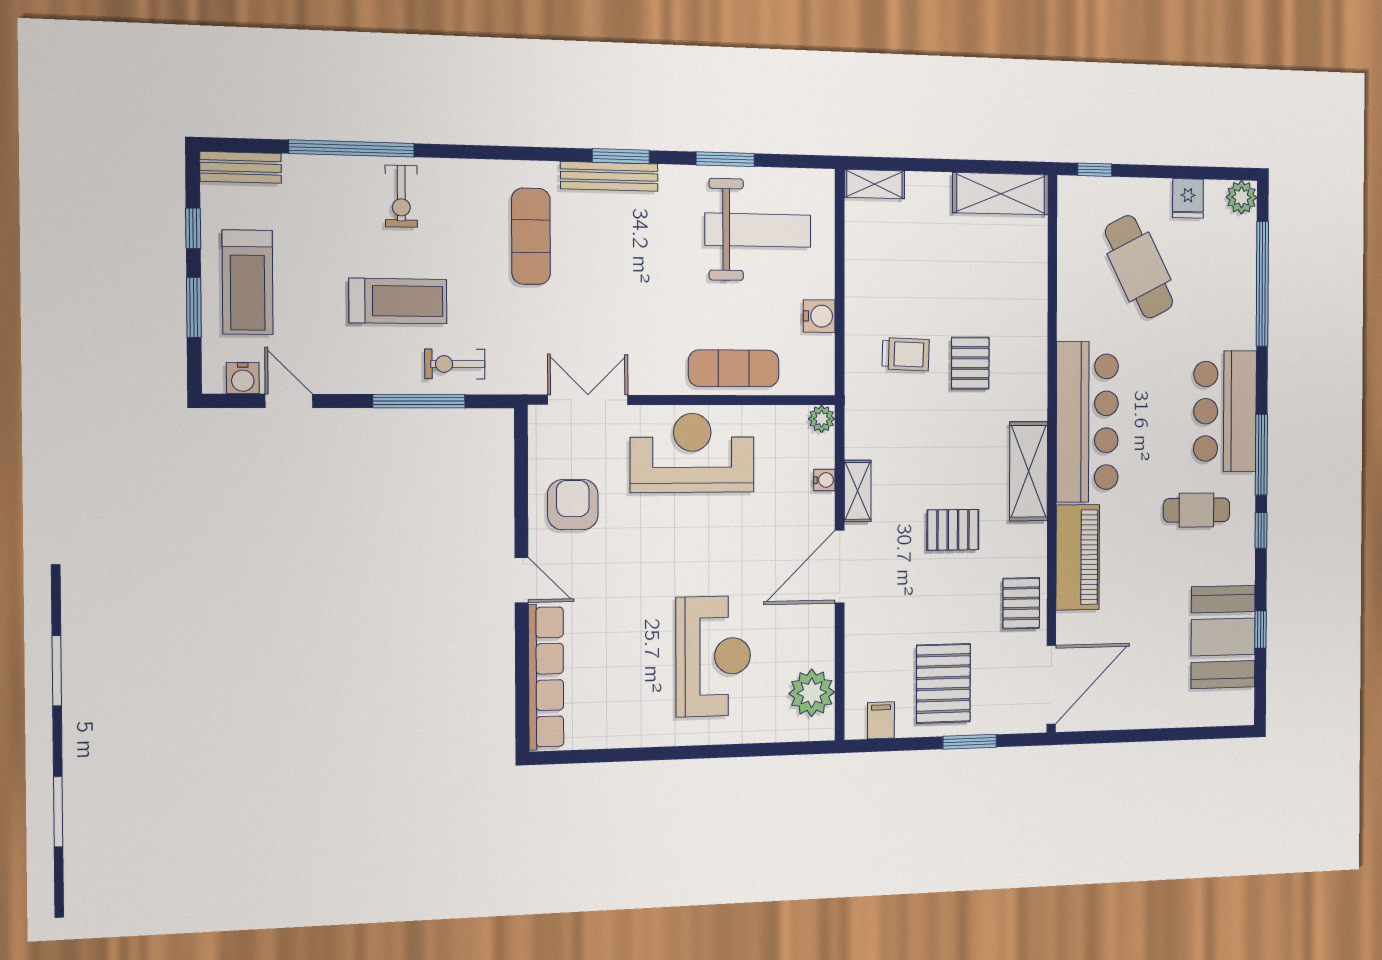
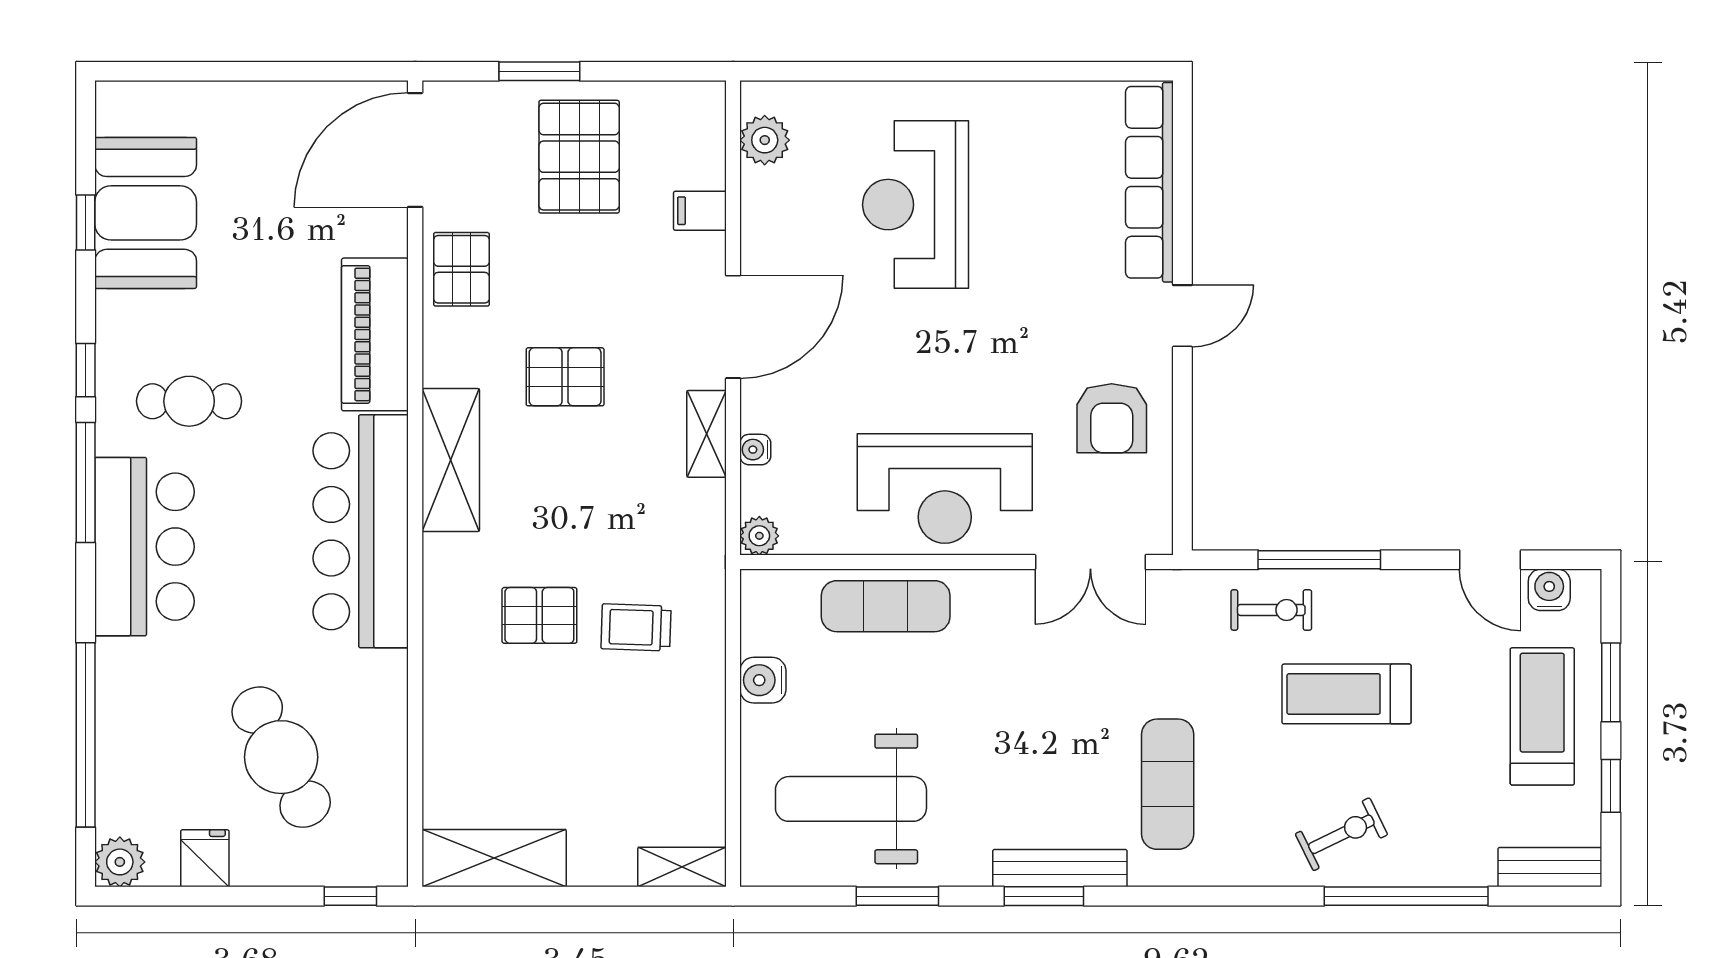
exercise bike: (401, 196) -> (1341, 834), turned 64
pallet: (970, 363) -> (539, 615), turned 90
door: (522, 580) -> (1182, 316), swing flipped
plant: (812, 693) -> (765, 140), width x0.73, depth x0.73
filing cabinet: (881, 720) -> (700, 211), moved, turned 90

